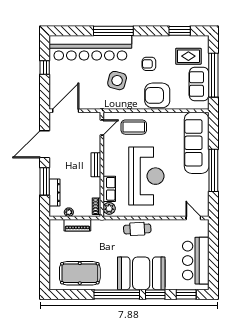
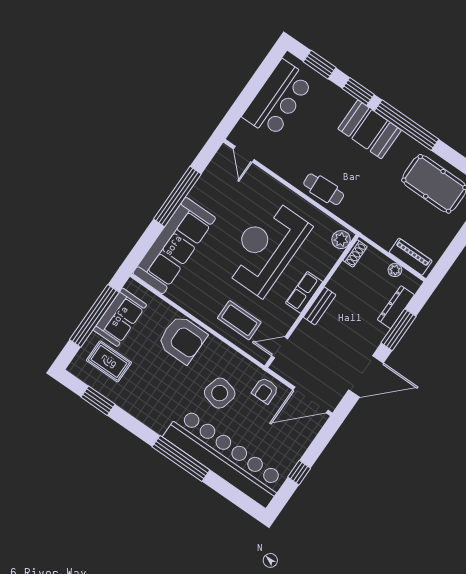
armchair: (149, 64) -> (265, 390), moved, turned 90
row of seats: (109, 189) -> (304, 292), moved
piano: (77, 225) -> (411, 257), moved
booth: (141, 273) -> (370, 129), width x0.73, depth x0.70

